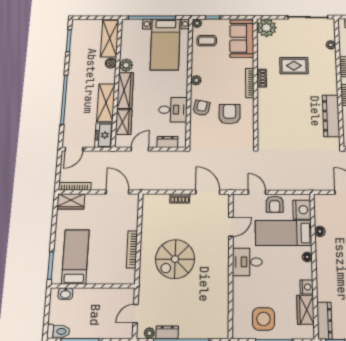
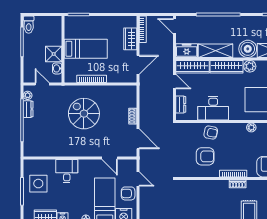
boiler: (111, 63) -> (248, 49), width x1.86, depth x1.86
plant: (196, 80) -> (251, 127), moved
desk: (173, 110) -> (213, 108), width x1.37
wardrobe: (124, 122) -> (193, 67), width x1.50
door: (208, 192) -> (138, 139), hinge flipped
door: (257, 192) -> (138, 179), hinge flipped
wardrobe: (71, 201) -> (130, 39), moved
bed: (75, 257) -> (86, 49), moved
desk: (247, 262) -> (67, 171), moved
washbasin: (65, 294) -> (57, 68), moved
shower: (98, 298) -> (54, 54), added

